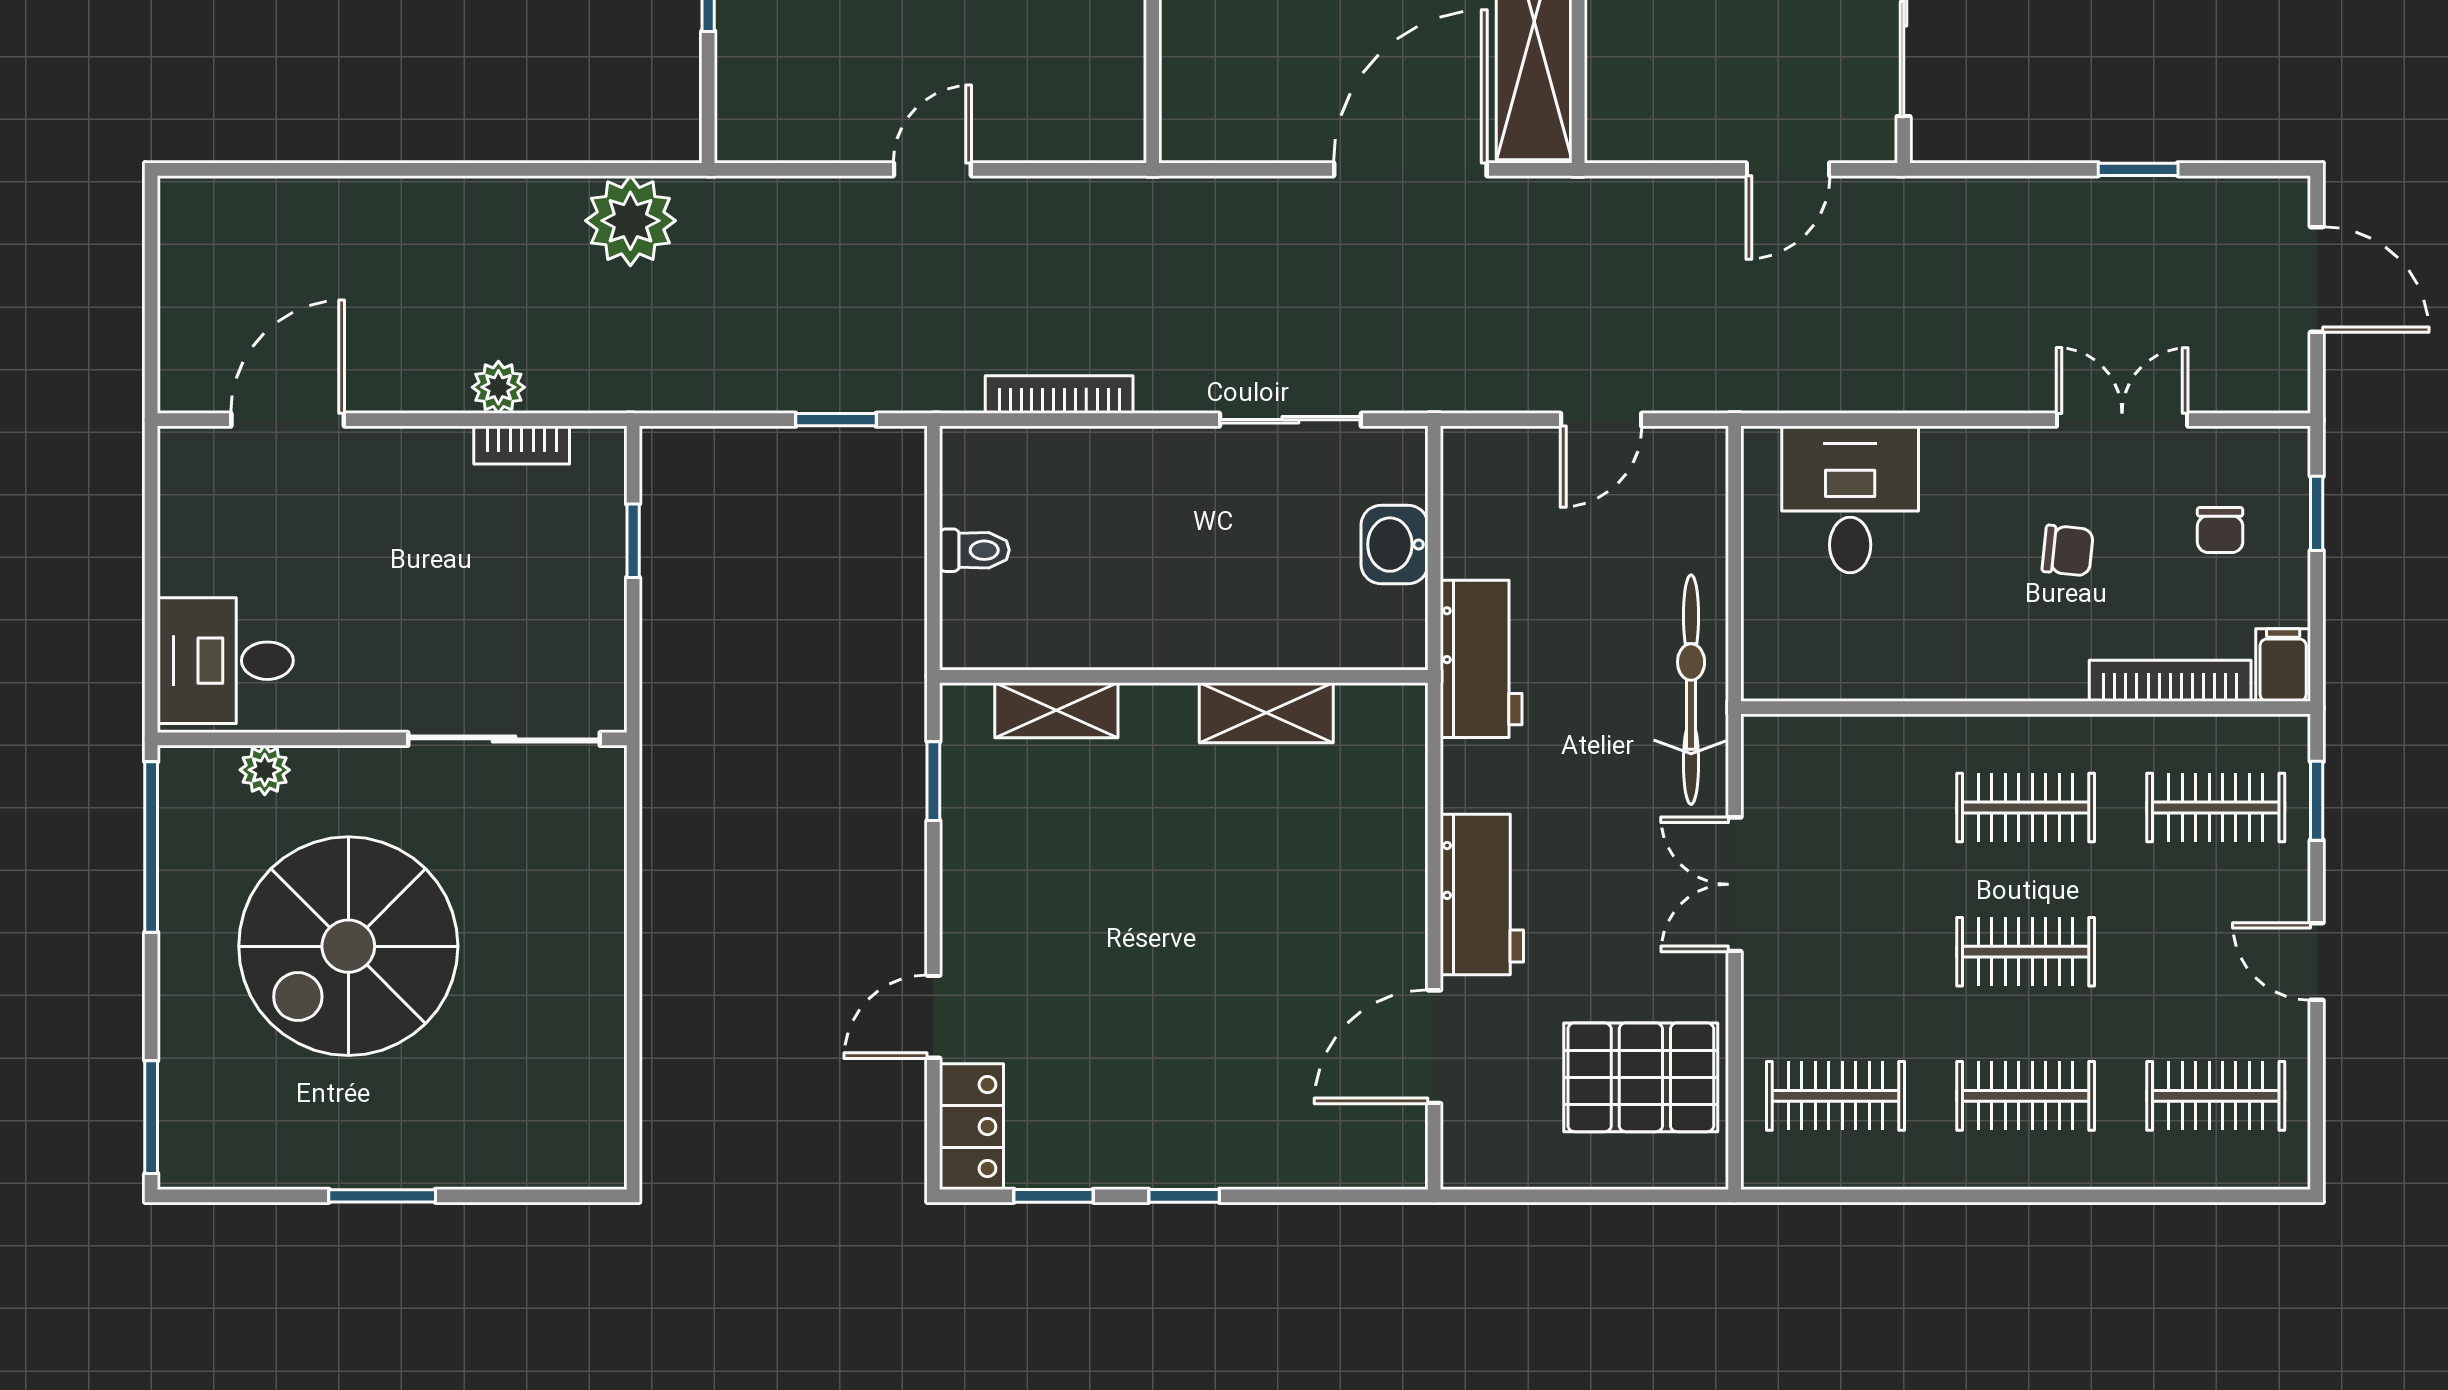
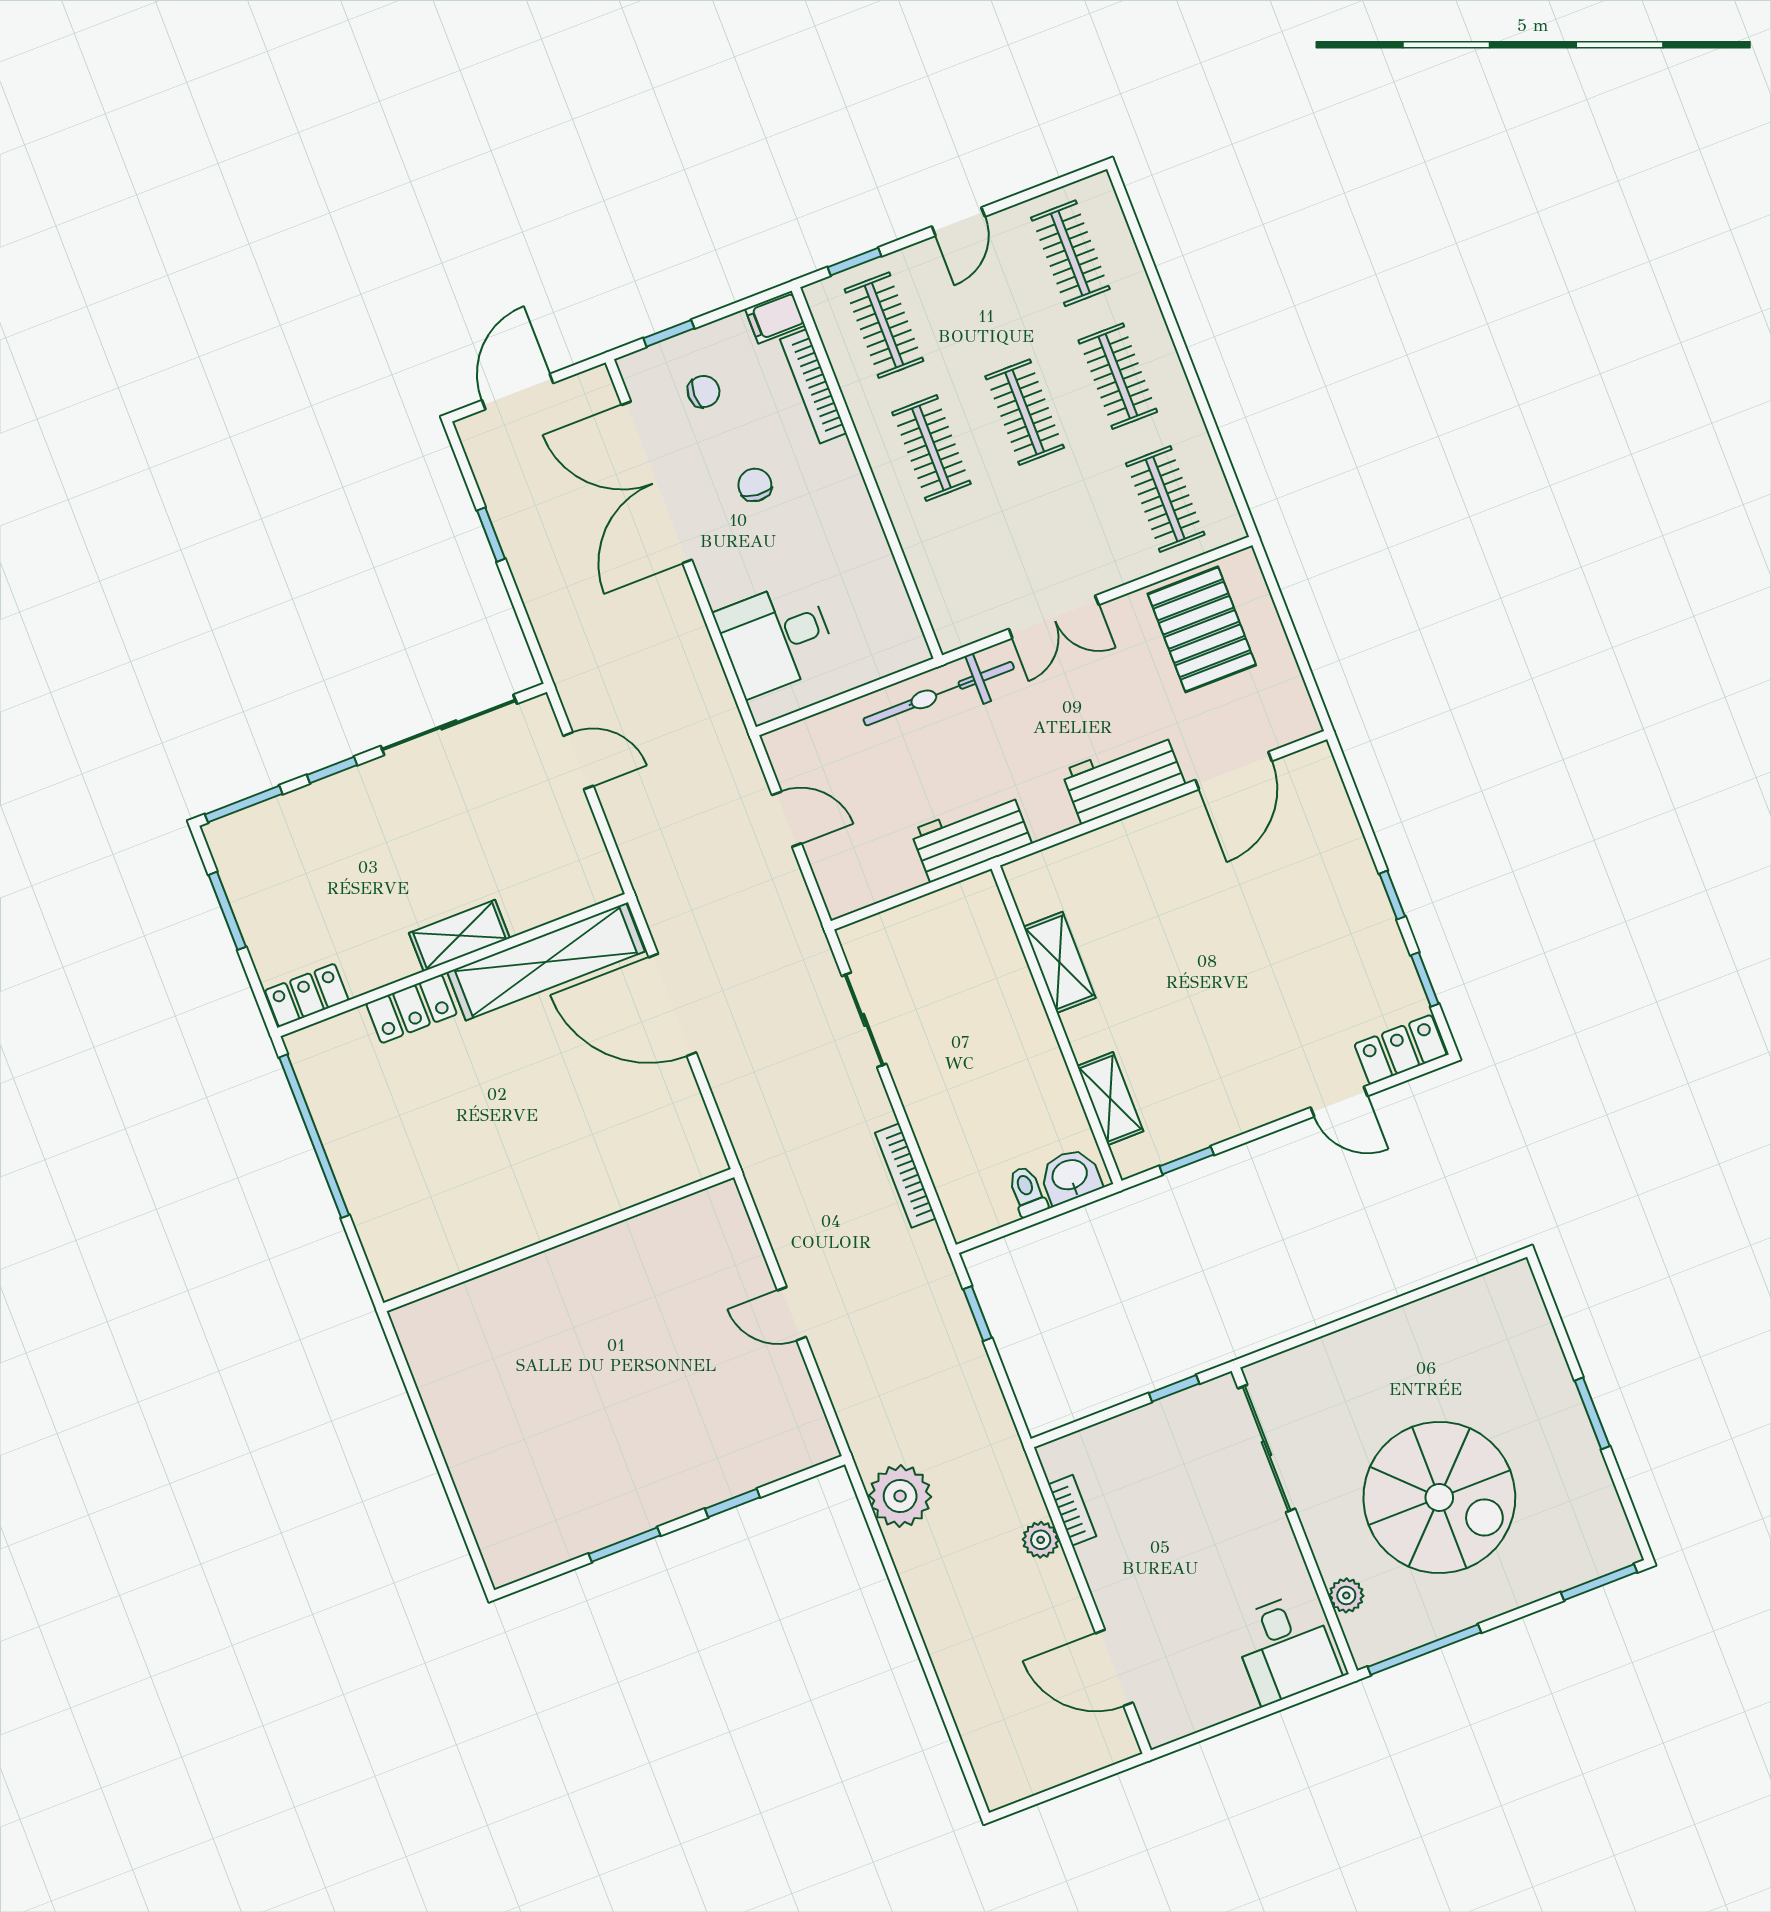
double door: (2122, 420) -> (657, 482), width x1.87
window: (633, 541) -> (1174, 1388), moved
washbasin: (1395, 545) -> (1070, 1176), moved, turned 180
door: (1434, 1047) -> (1234, 771), hinge flipped

